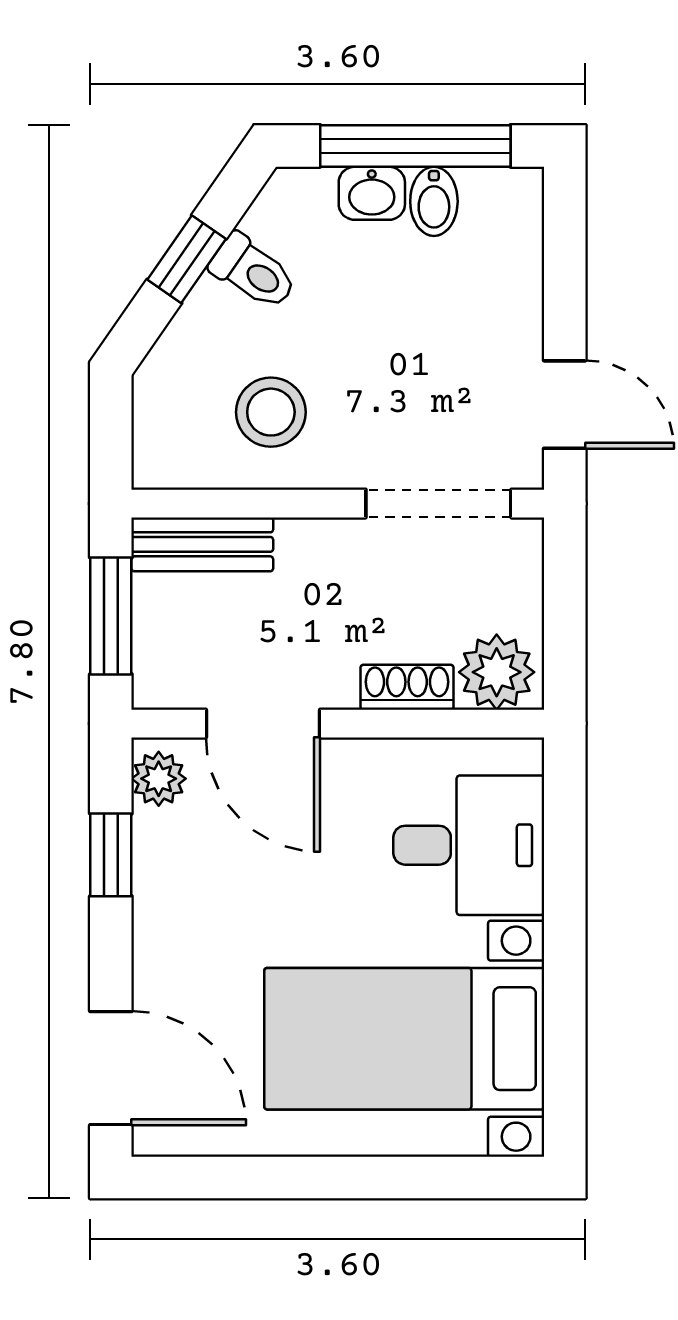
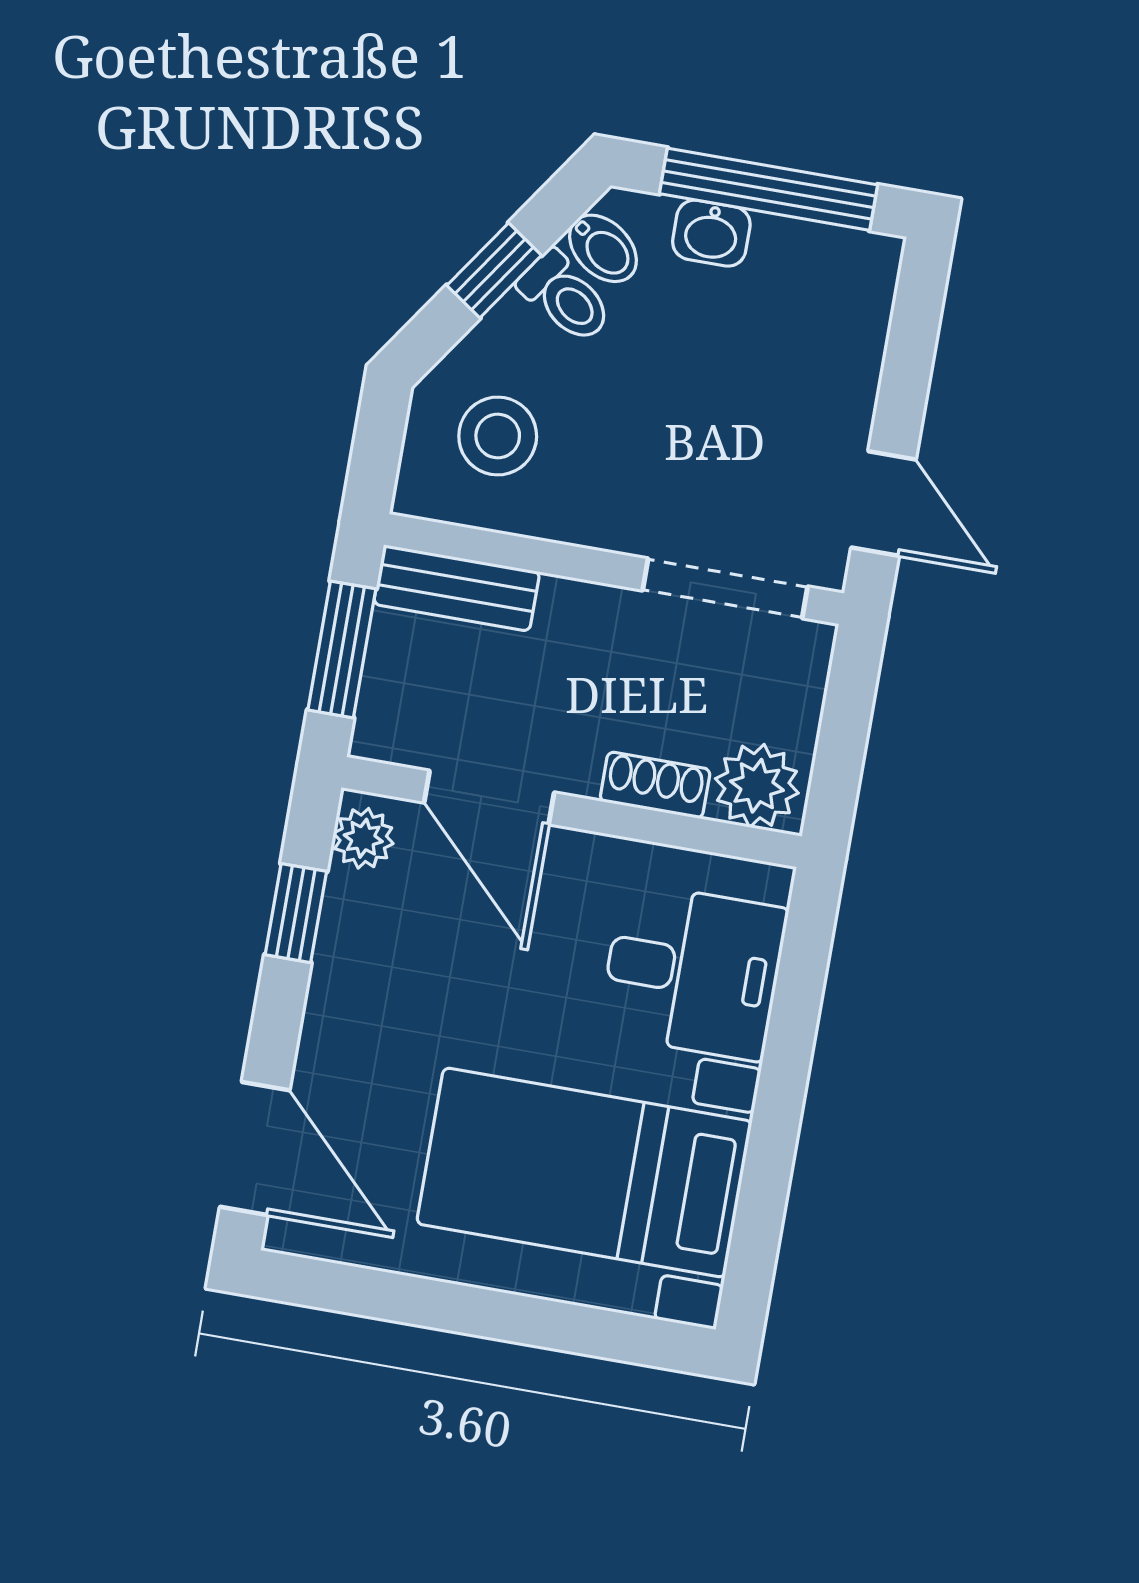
bidet: (434, 201) -> (603, 248), moved, turned -55
stool: (271, 412) -> (498, 436), moved

